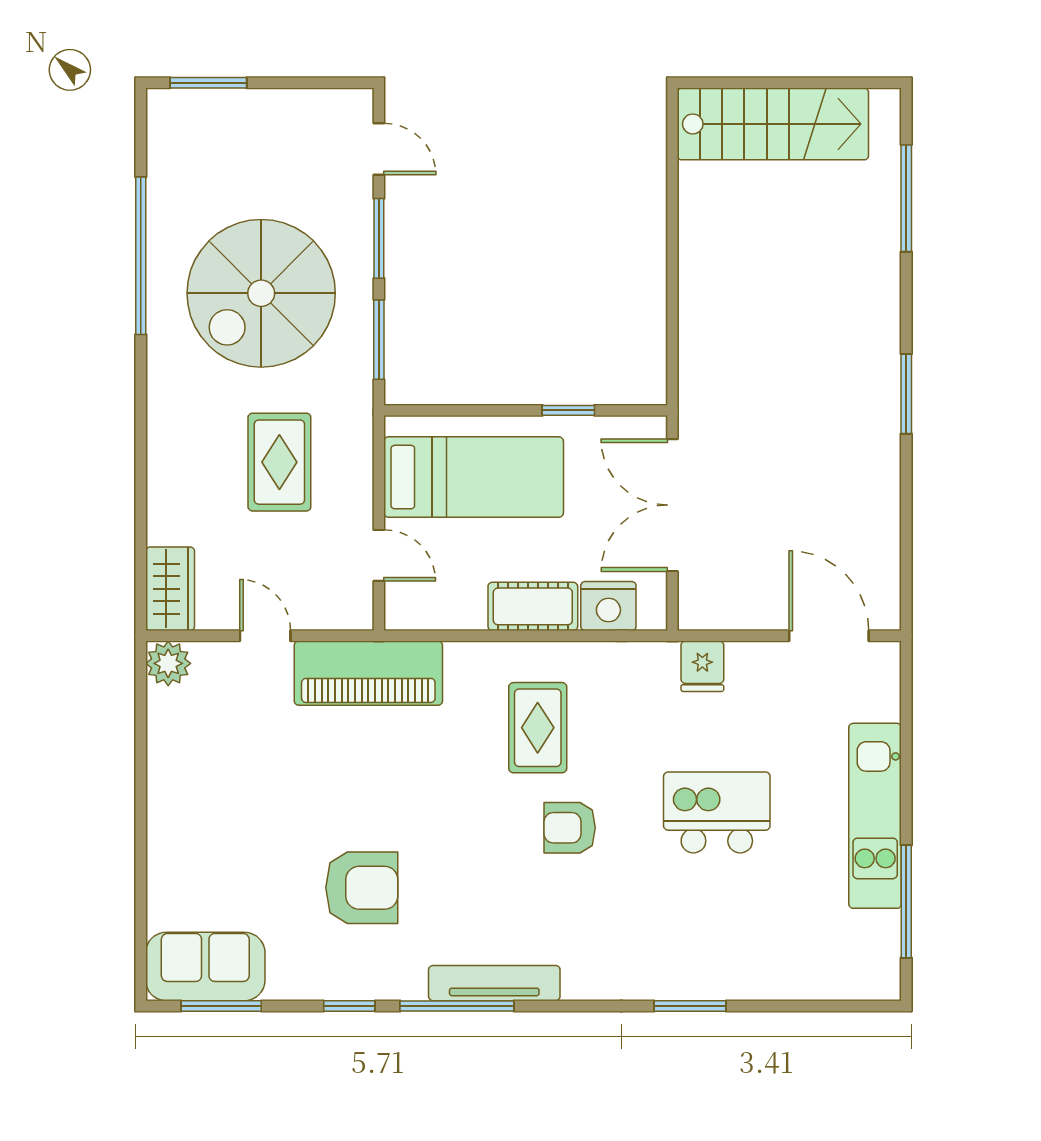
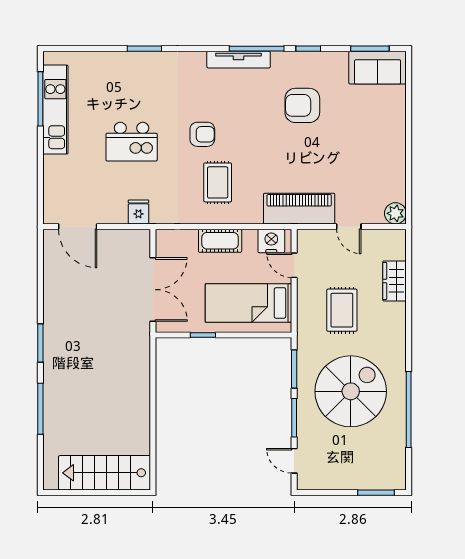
window: (906, 198) -> (40, 409), moved
wardrobe: (170, 589) -> (394, 281), moved
nightstand: (608, 606) -> (271, 241), moved
kitchen unit: (875, 816) -> (55, 110), moved

